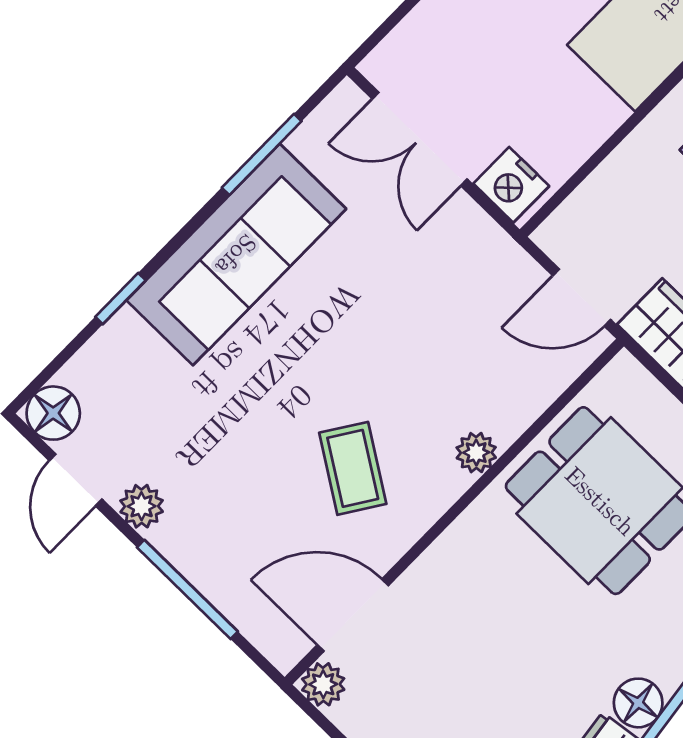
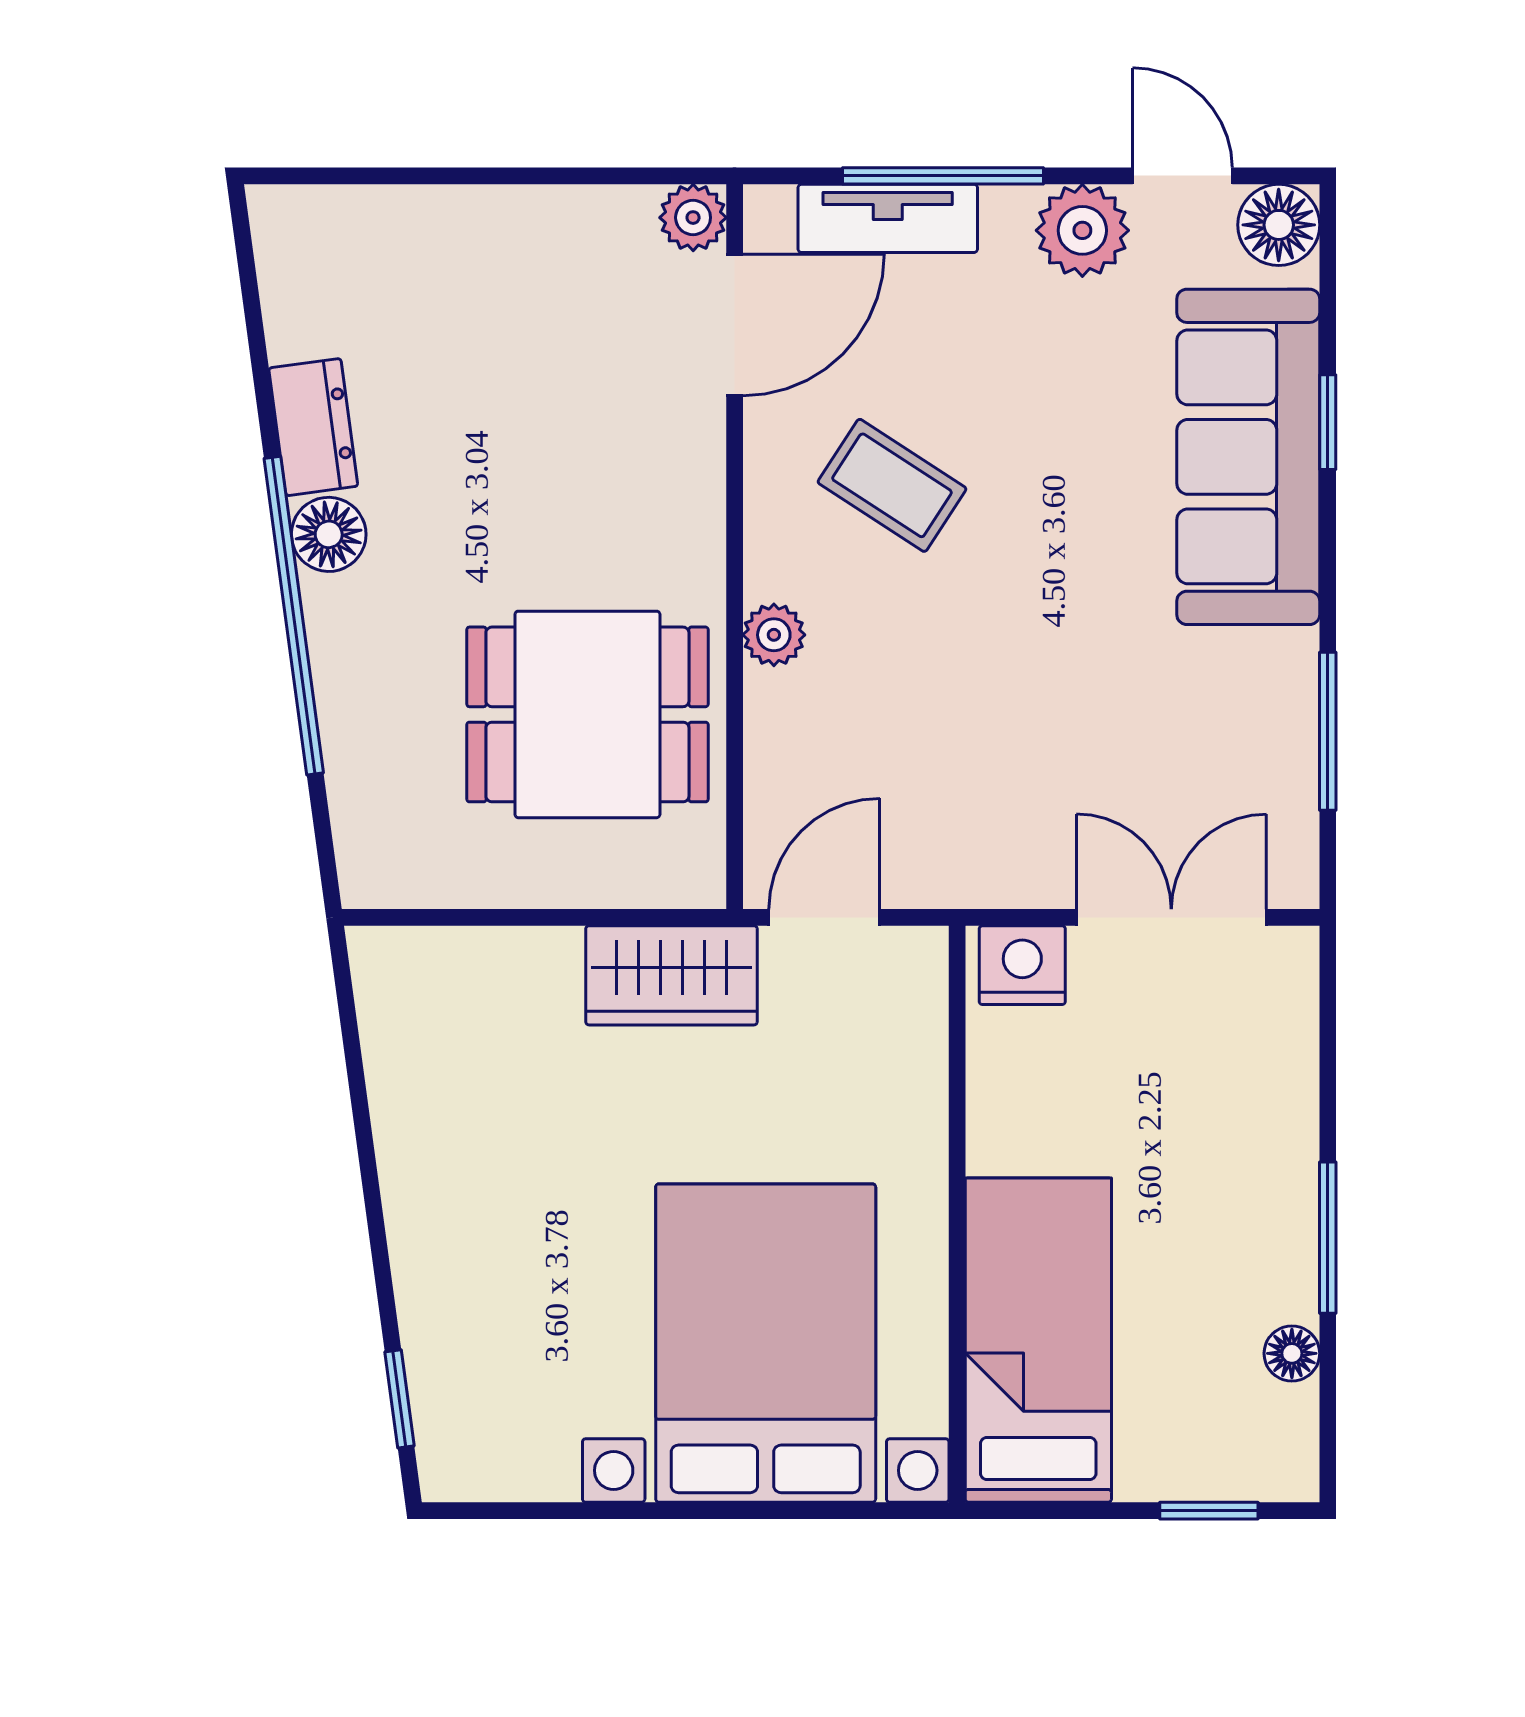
sofa: (236, 255) -> (1248, 457), moved
plant: (142, 506) -> (1082, 230), width x1.38, depth x1.38
tv unit: (233, 595) -> (888, 218), added

